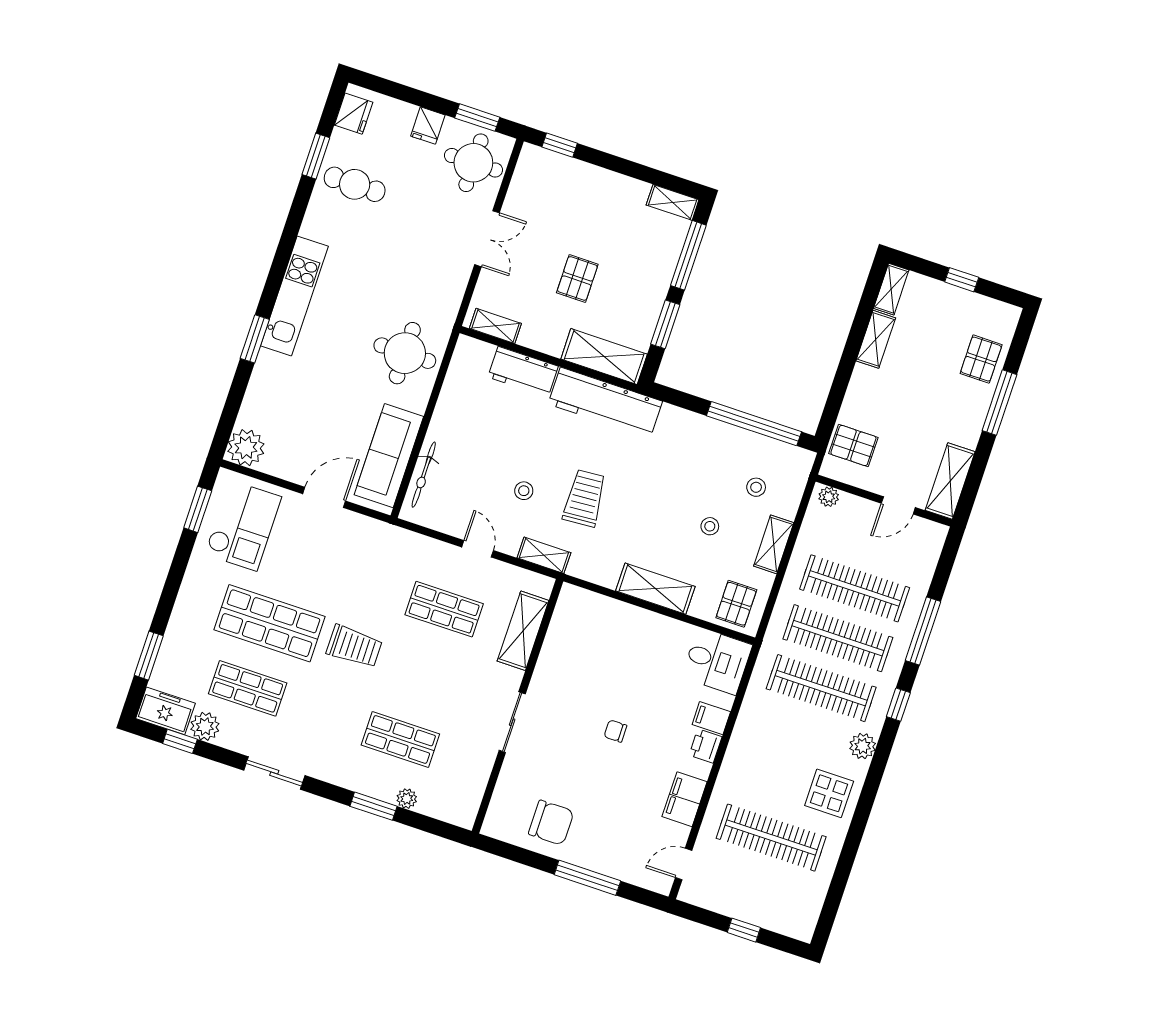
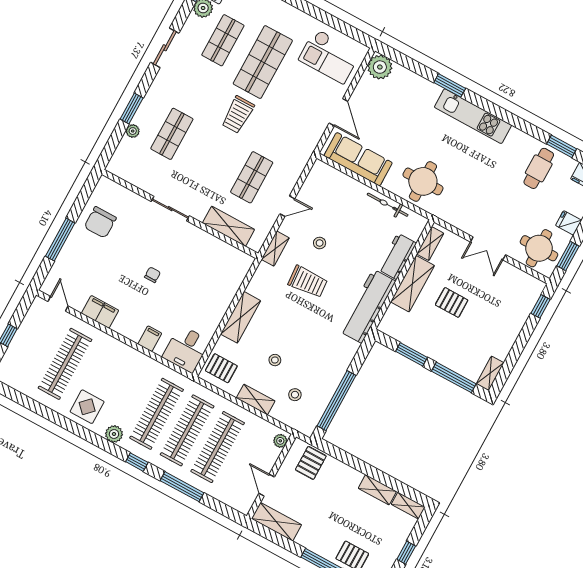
shelving: (604, 357) -> (412, 284), moved
bicycle: (424, 475) -> (388, 205), moved
window: (198, 509) -> (345, 28), removed
printer: (706, 746) -> (132, 332), removed

